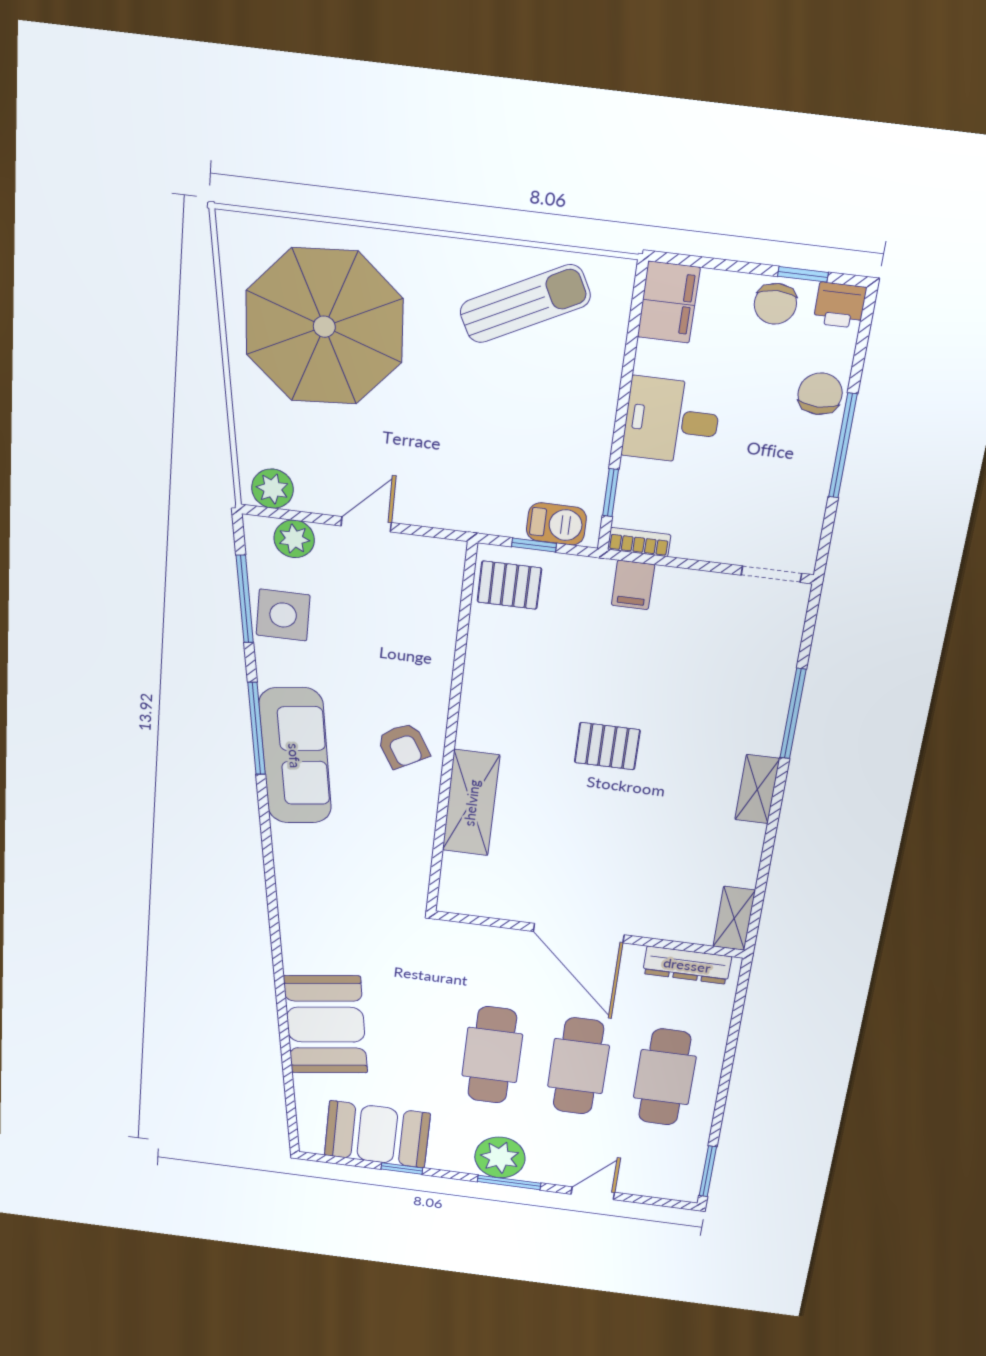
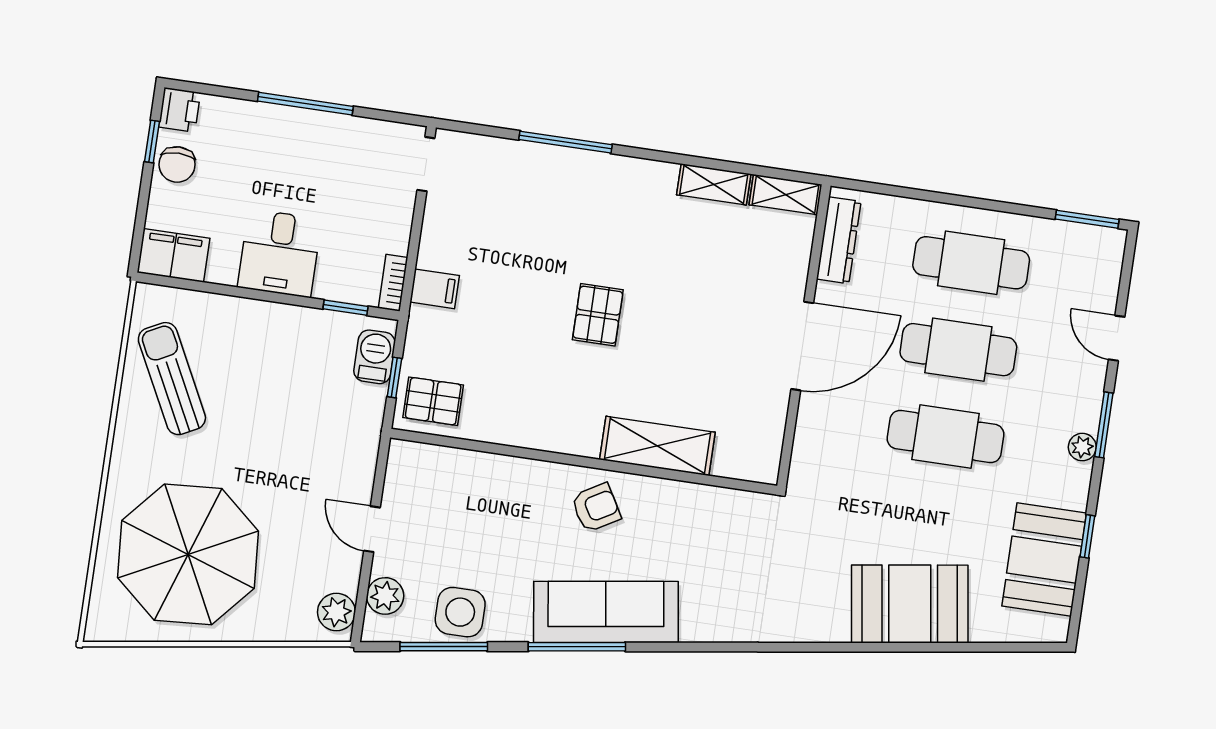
chair: (775, 304) -> (177, 164), turned 90
chair: (820, 394) -> (258, 125), removed
pallet: (509, 585) -> (433, 401), turned 90
shelving: (757, 789) -> (714, 184), moved
plant: (500, 1157) -> (1082, 447), width x0.53, depth x0.53

